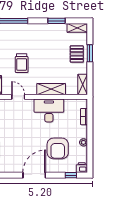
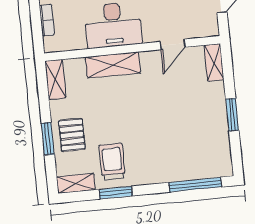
trolley: (22, 63) -> (112, 162), moved
door: (18, 97) -> (173, 44), hinge flipped

